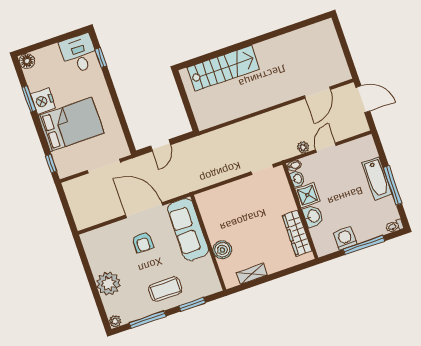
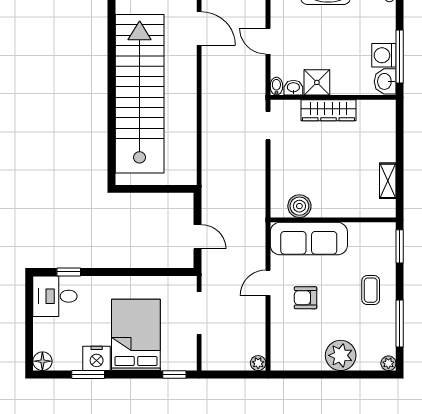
stairs: (223, 68) -> (140, 94), width x1.86, depth x1.51
plant: (303, 147) -> (258, 363), moved
door: (144, 210) -> (268, 283), width x0.53
washbasin: (313, 216) -> (385, 81), moved, turned -90
wardrobe: (297, 233) -> (328, 110), moved
armchair: (143, 242) -> (306, 298), turned 180
window: (364, 245) -> (400, 57), moved
boiler: (222, 250) -> (299, 206), moved
coffee table: (165, 289) -> (371, 290), width x0.73, depth x0.77
window: (192, 304) -> (400, 246), moved

